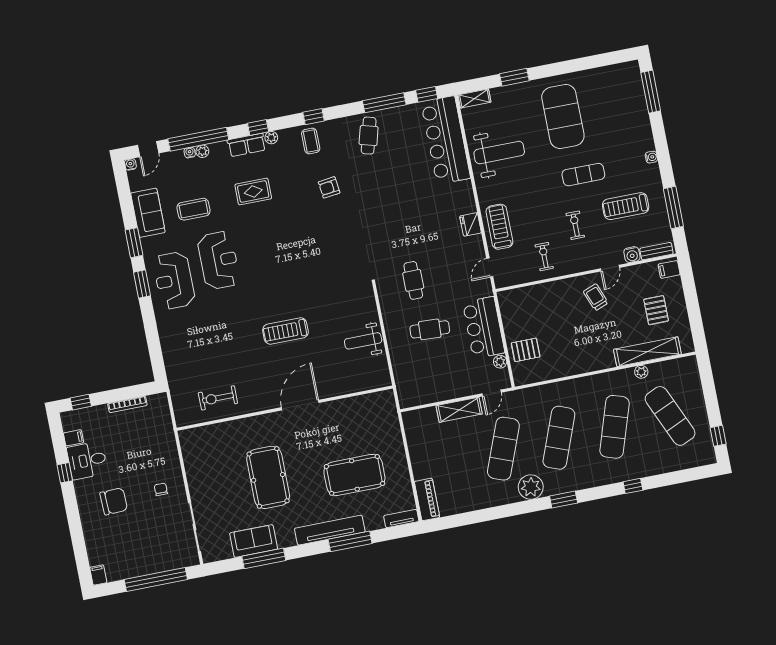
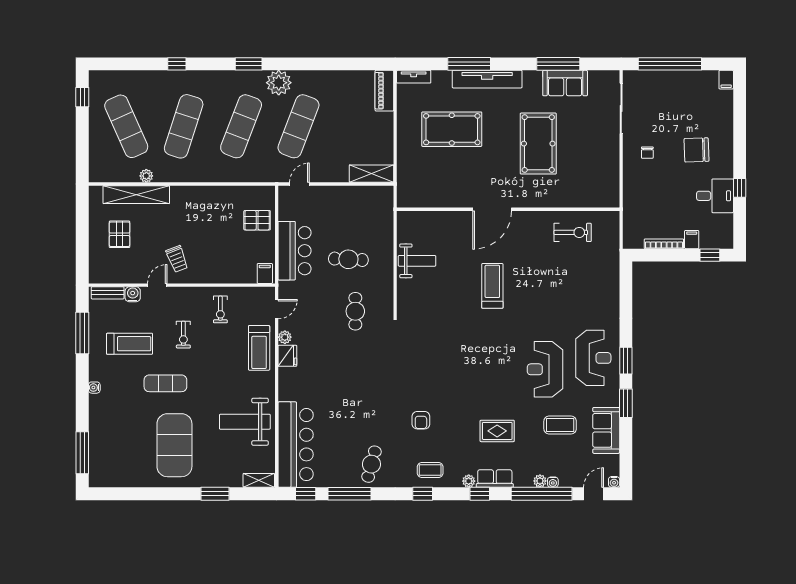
coffee table: (311, 141) -> (430, 470), turned 90
armchair: (329, 187) -> (421, 420), turned 97
filing cabinet: (669, 269) -> (265, 273), moved, turned -90
treadmill: (285, 331) -> (492, 286), turned -90
plant: (500, 362) -> (285, 337), moved
shelving: (459, 410) -> (371, 174), moved
filing cabinet: (74, 438) -> (692, 240), moved, turned 90

